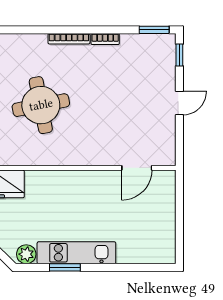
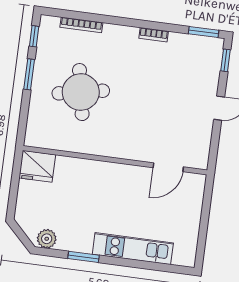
bookcase: (69, 39) -> (81, 25), moved
kitchen unit: (76, 253) -> (133, 249), moved

